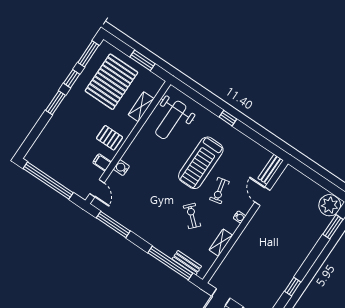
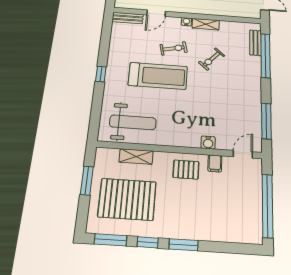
pallet: (110, 138) -> (186, 170), turned 90
shelving: (221, 243) -> (206, 24), moved

